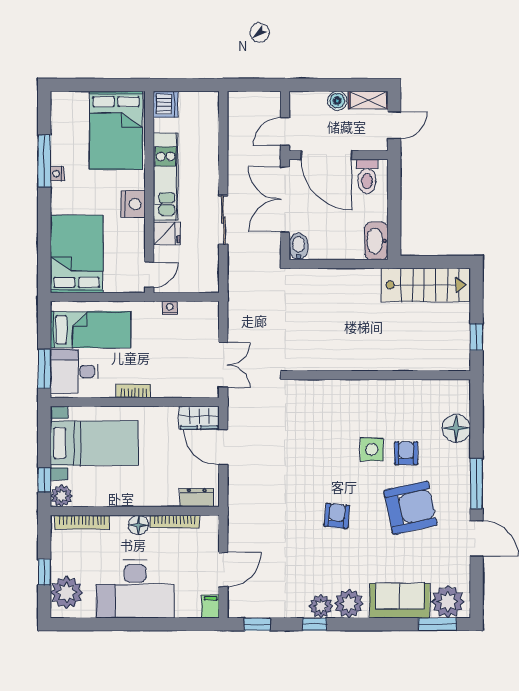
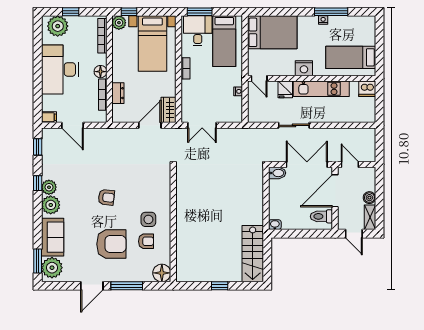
bed: (116, 130) -> (351, 57), width x0.67
washbasin: (376, 241) -> (275, 225), width x0.52, depth x0.69
wall: (380, 375) -> (173, 224), moved
dresser: (197, 498) -> (118, 93), moved
armchair: (411, 508) -> (111, 244), turned -78

